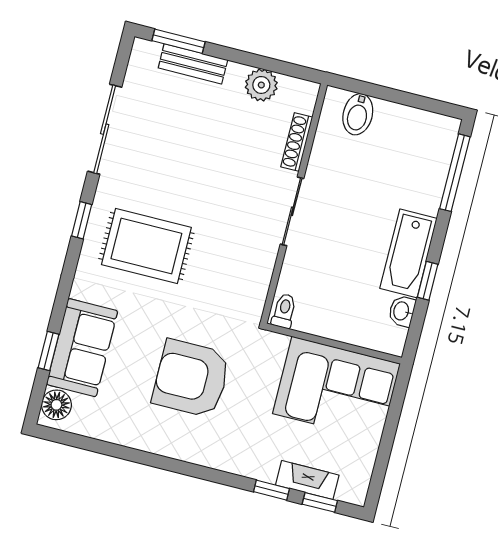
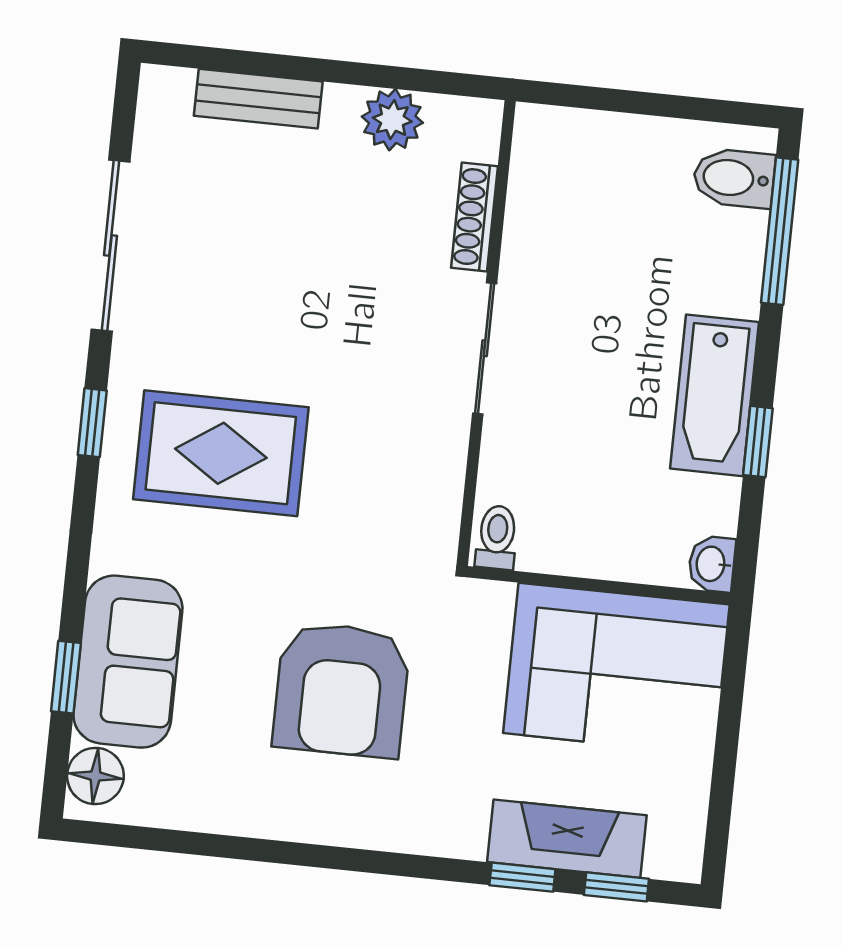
window: (179, 41) -> (225, 60), removed
bidet: (358, 114) -> (734, 178), moved, turned 90
washbasin: (402, 311) -> (712, 564), moved
armchair: (191, 379) -> (341, 690), turned -90
fireplace: (307, 480) -> (567, 839), width x1.37, depth x1.32

